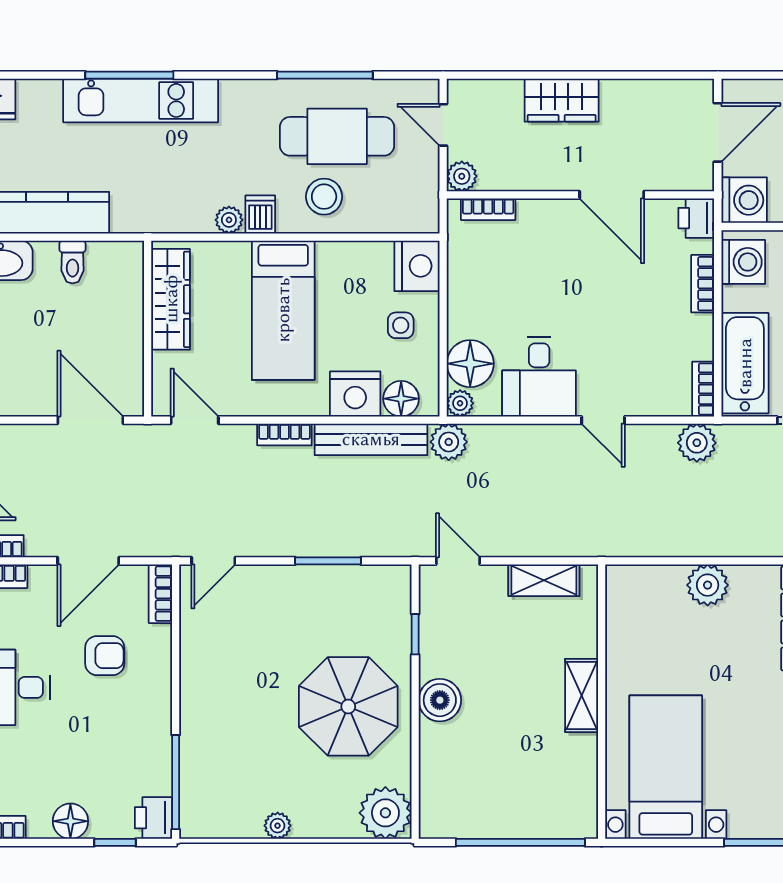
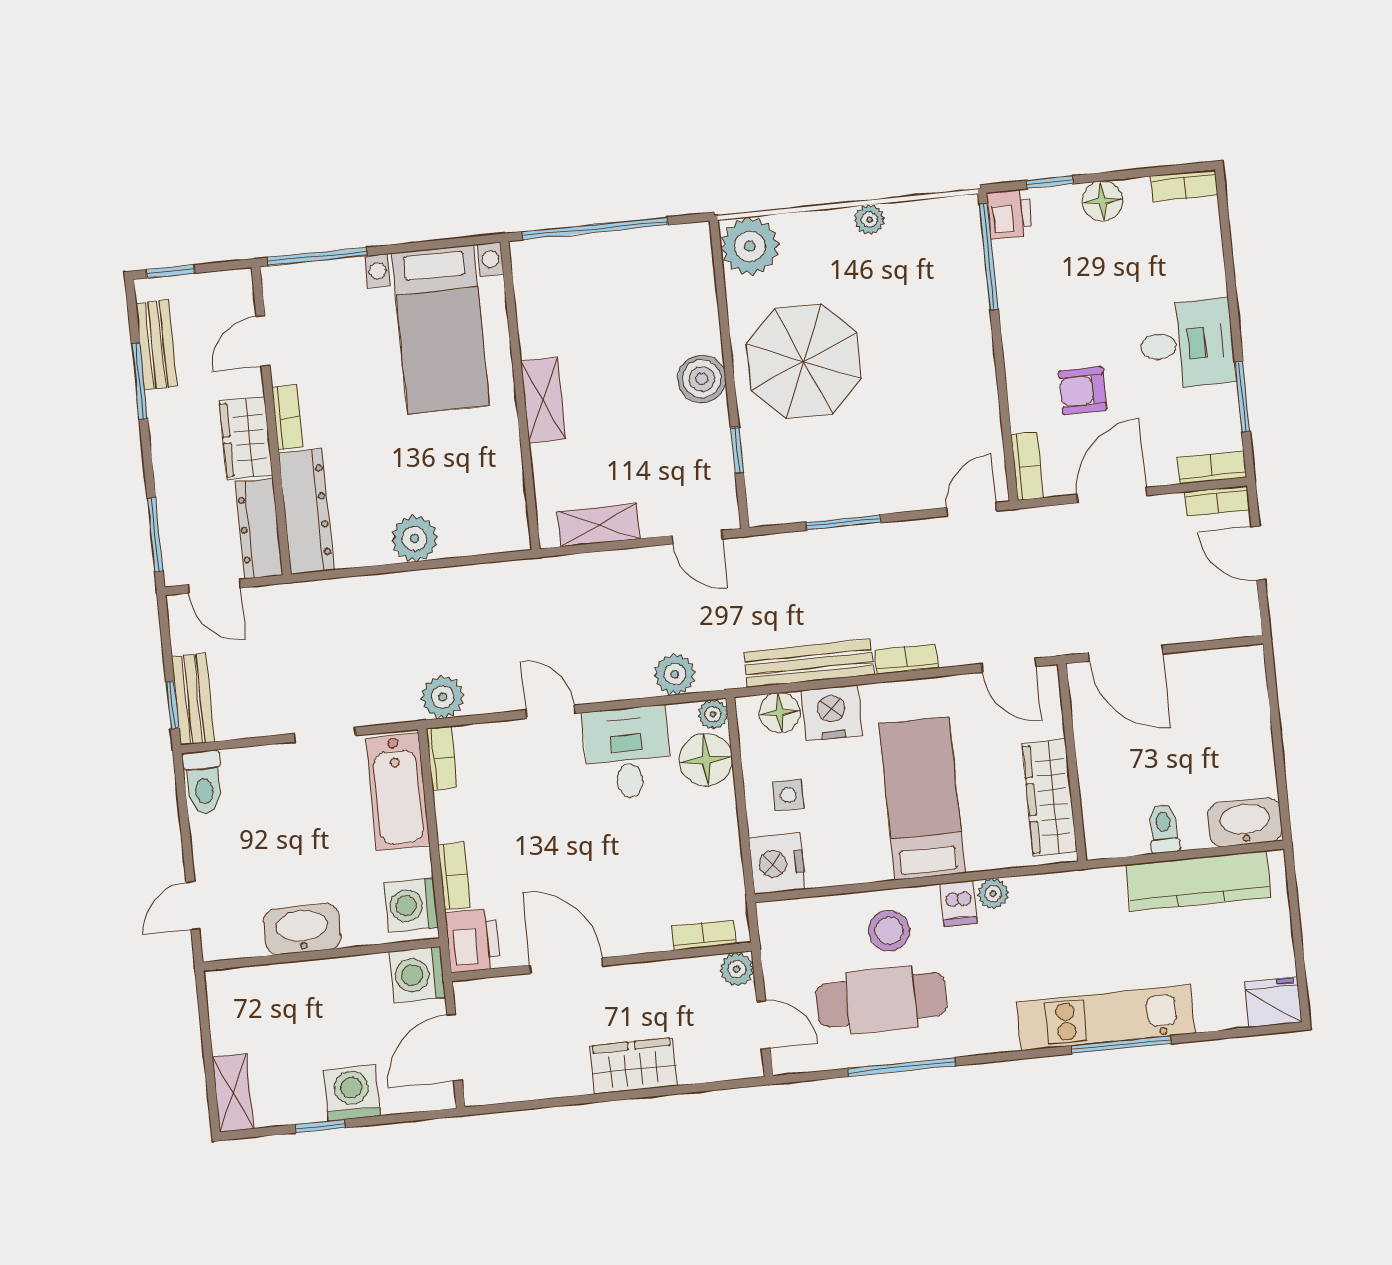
printer: (696, 218) -> (473, 940), width x1.36, depth x1.24
plant: (449, 442) -> (675, 674), moved

